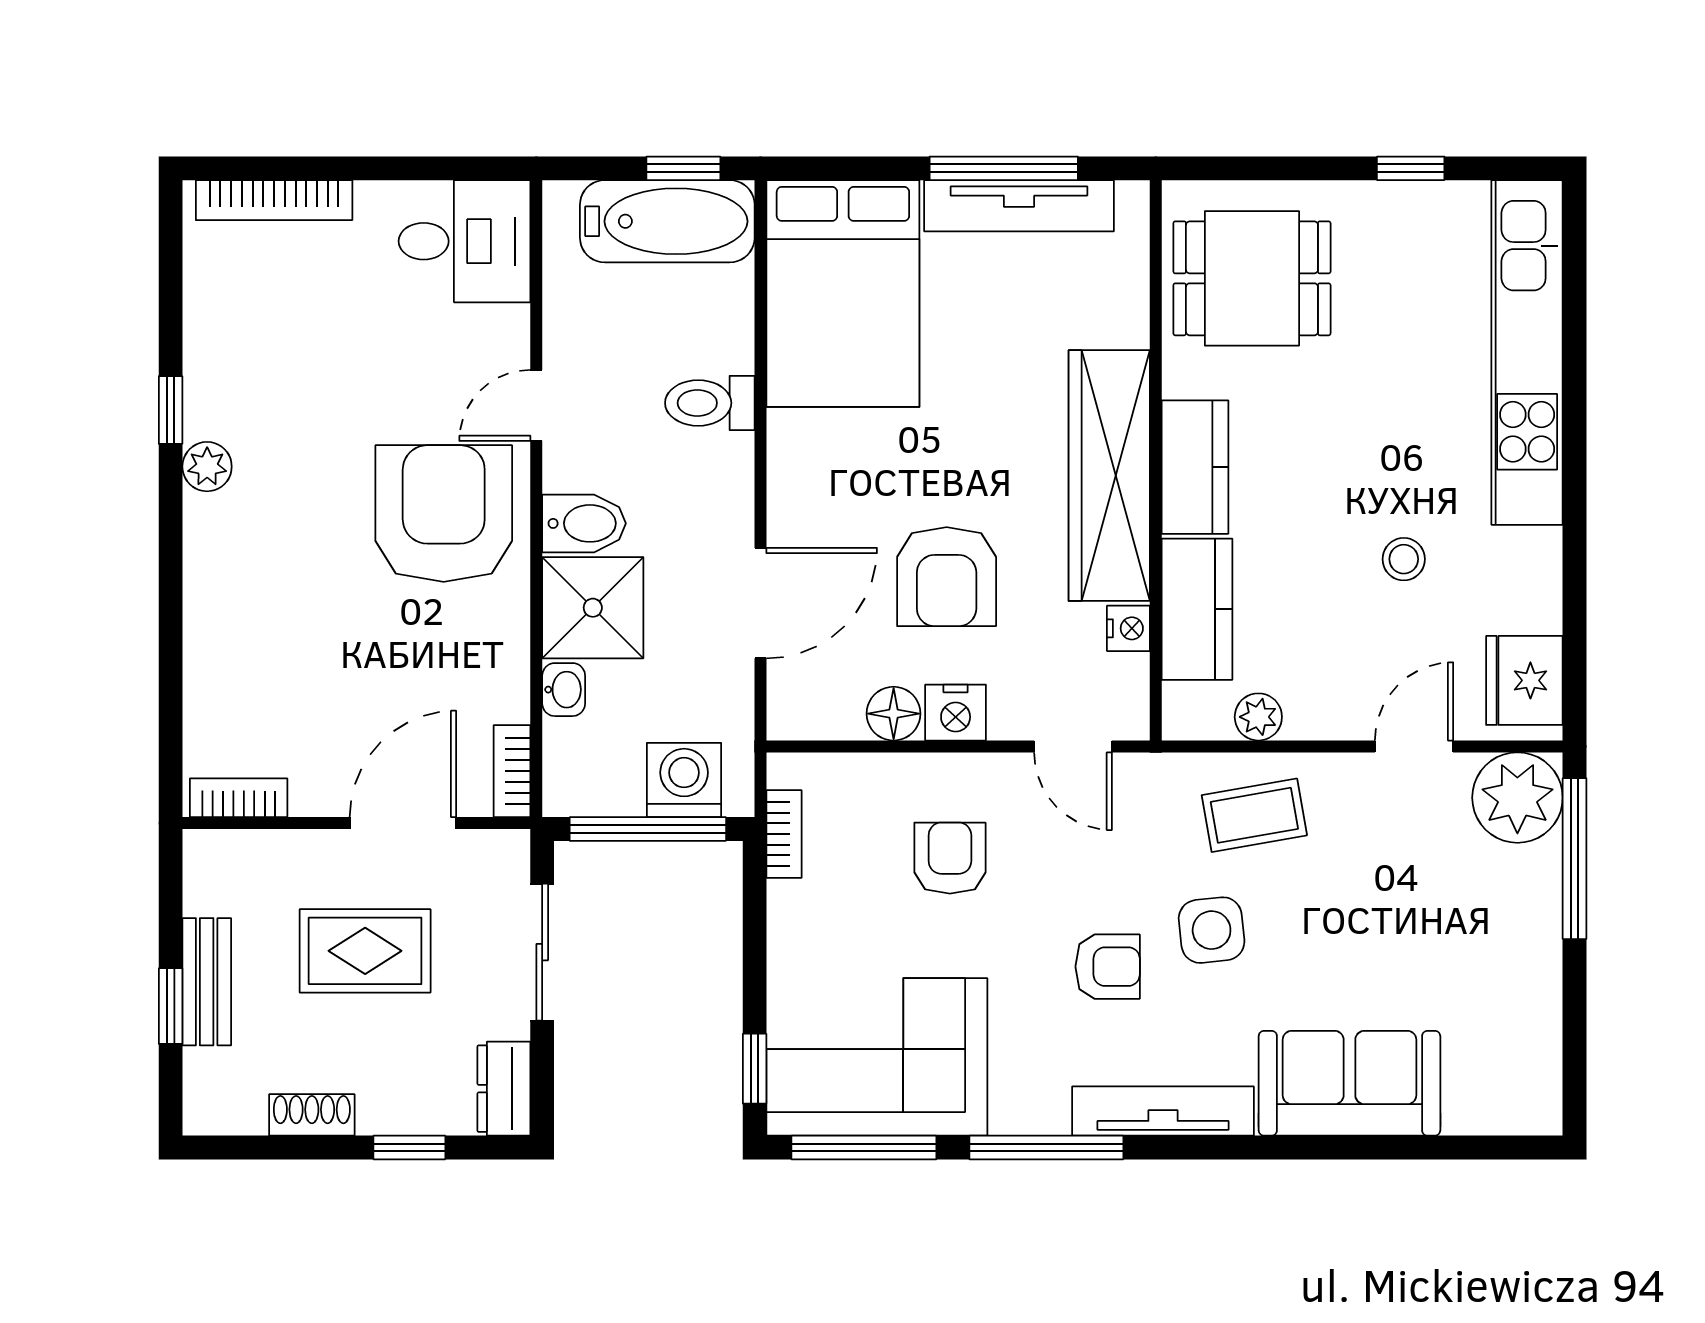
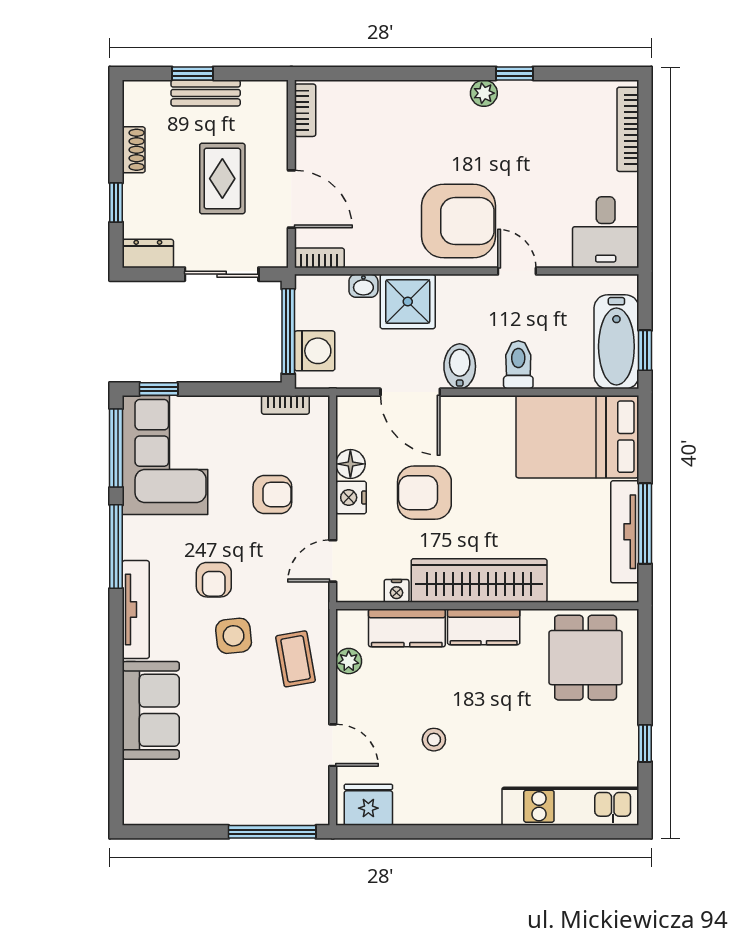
kitchen unit: (1527, 352) -> (570, 806), width x0.73
bidet: (584, 523) -> (460, 366), moved, turned 180
plant: (1517, 798) -> (305, 801), removed

